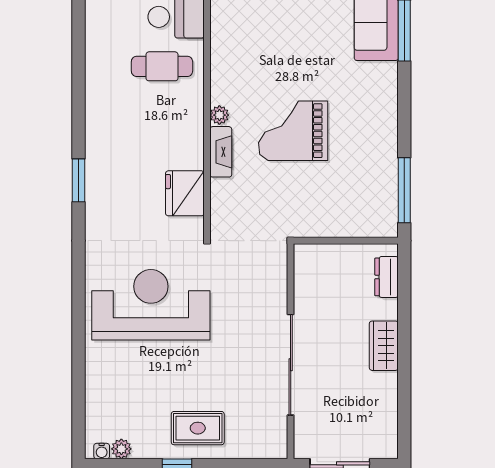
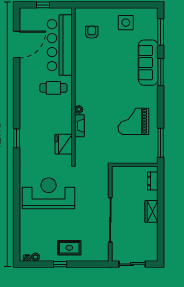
grand piano: (293, 131) -> (133, 121), moved

